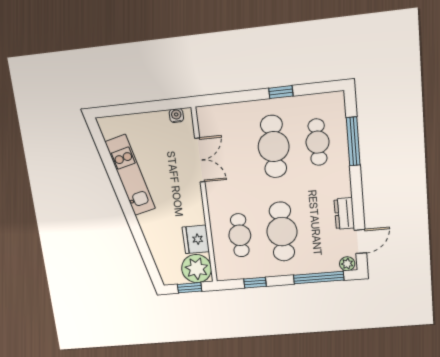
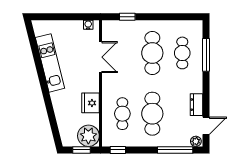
window: (281, 92) -> (127, 17), moved
fridge: (196, 239) -> (91, 103), moved
window: (255, 283) -> (118, 150), moved

